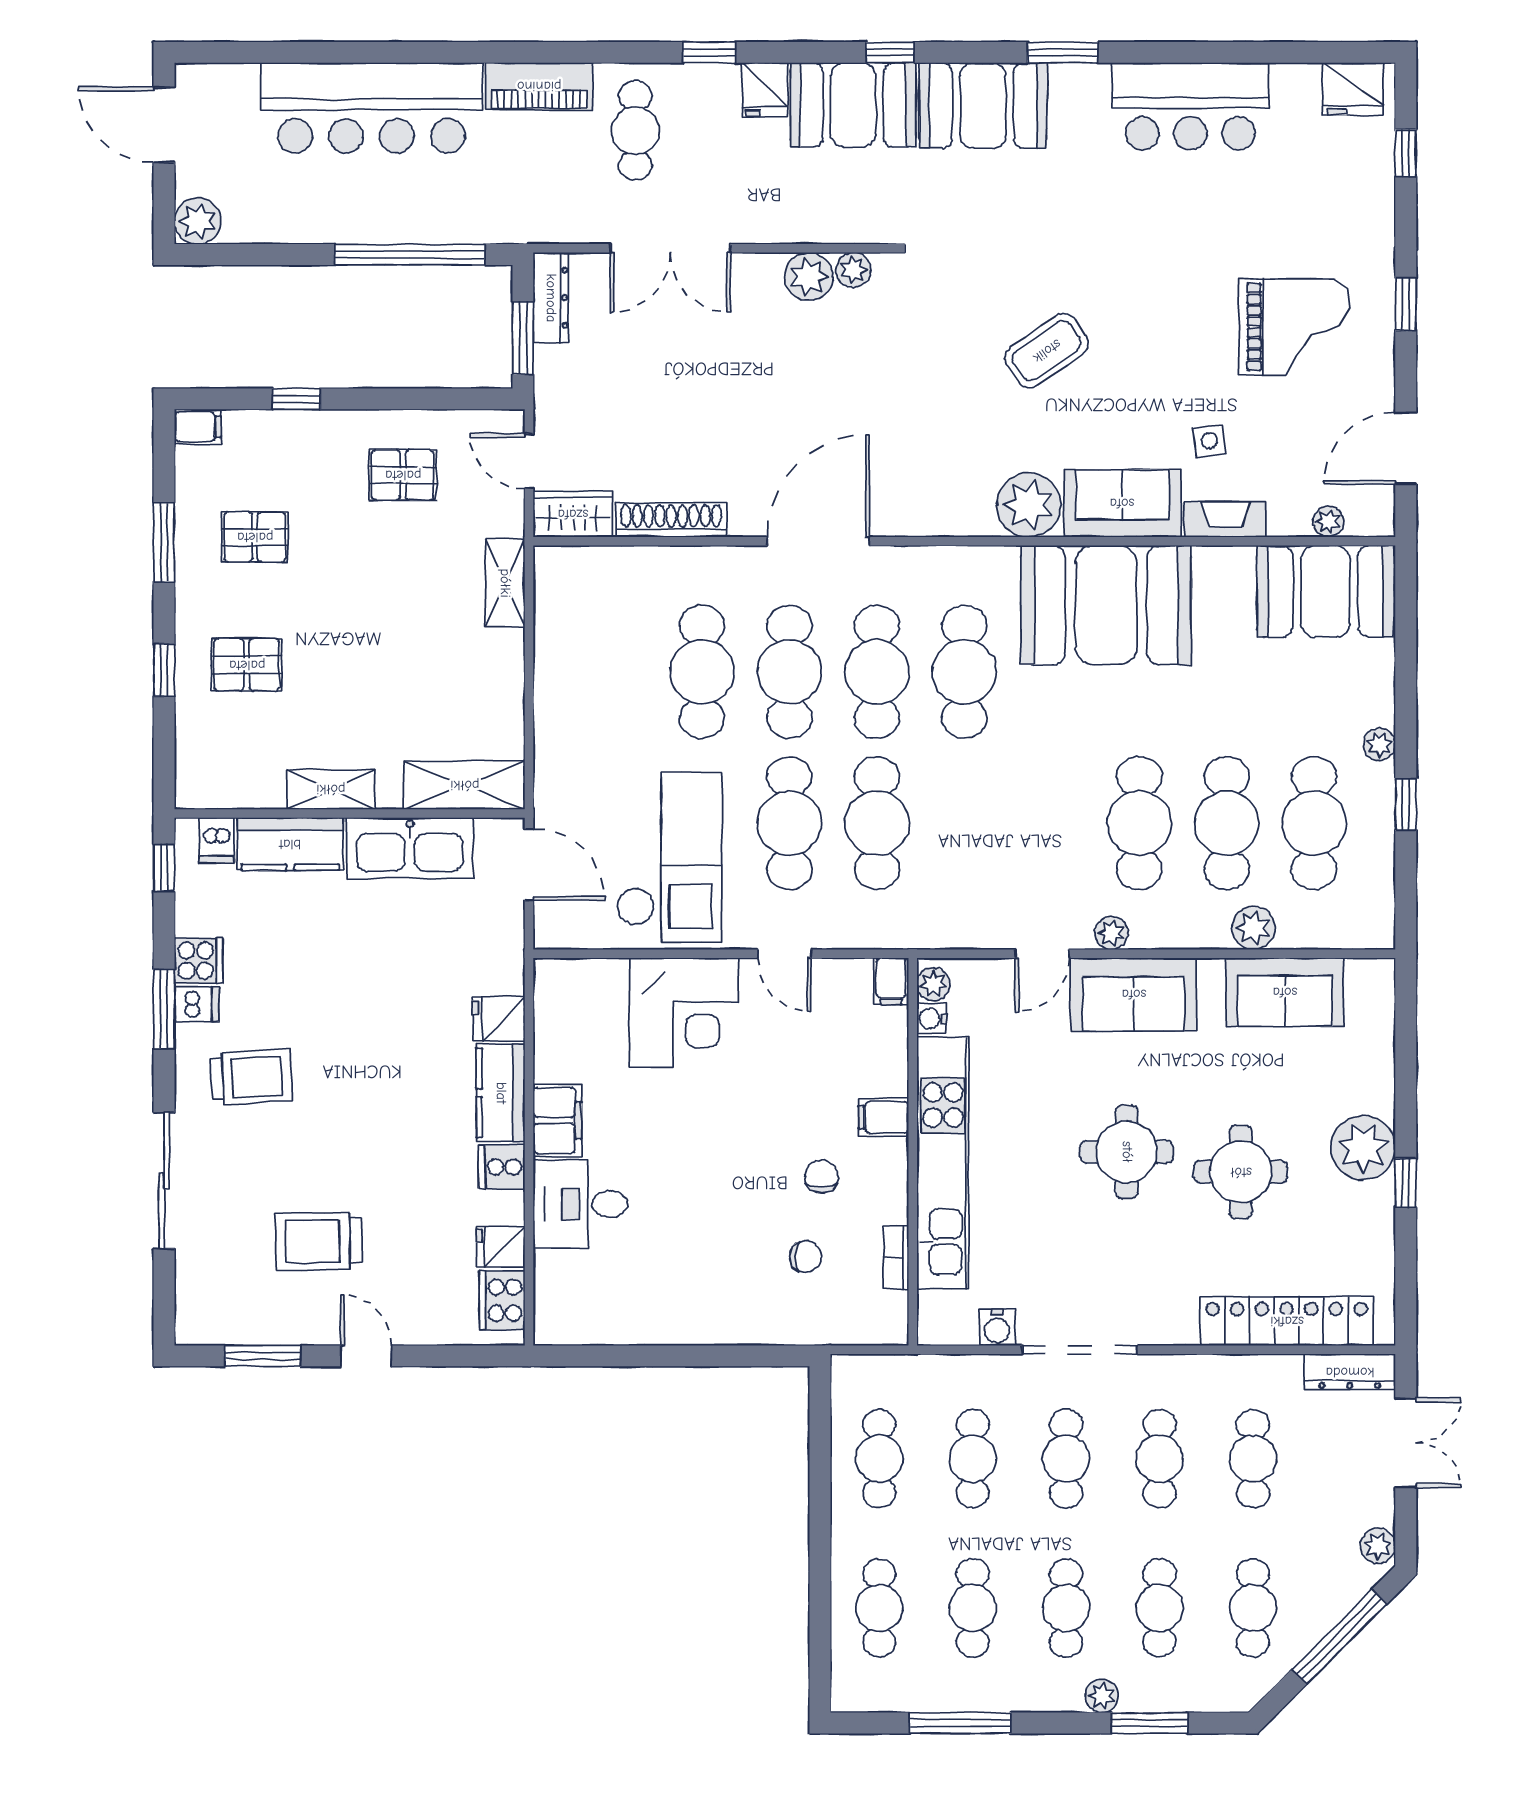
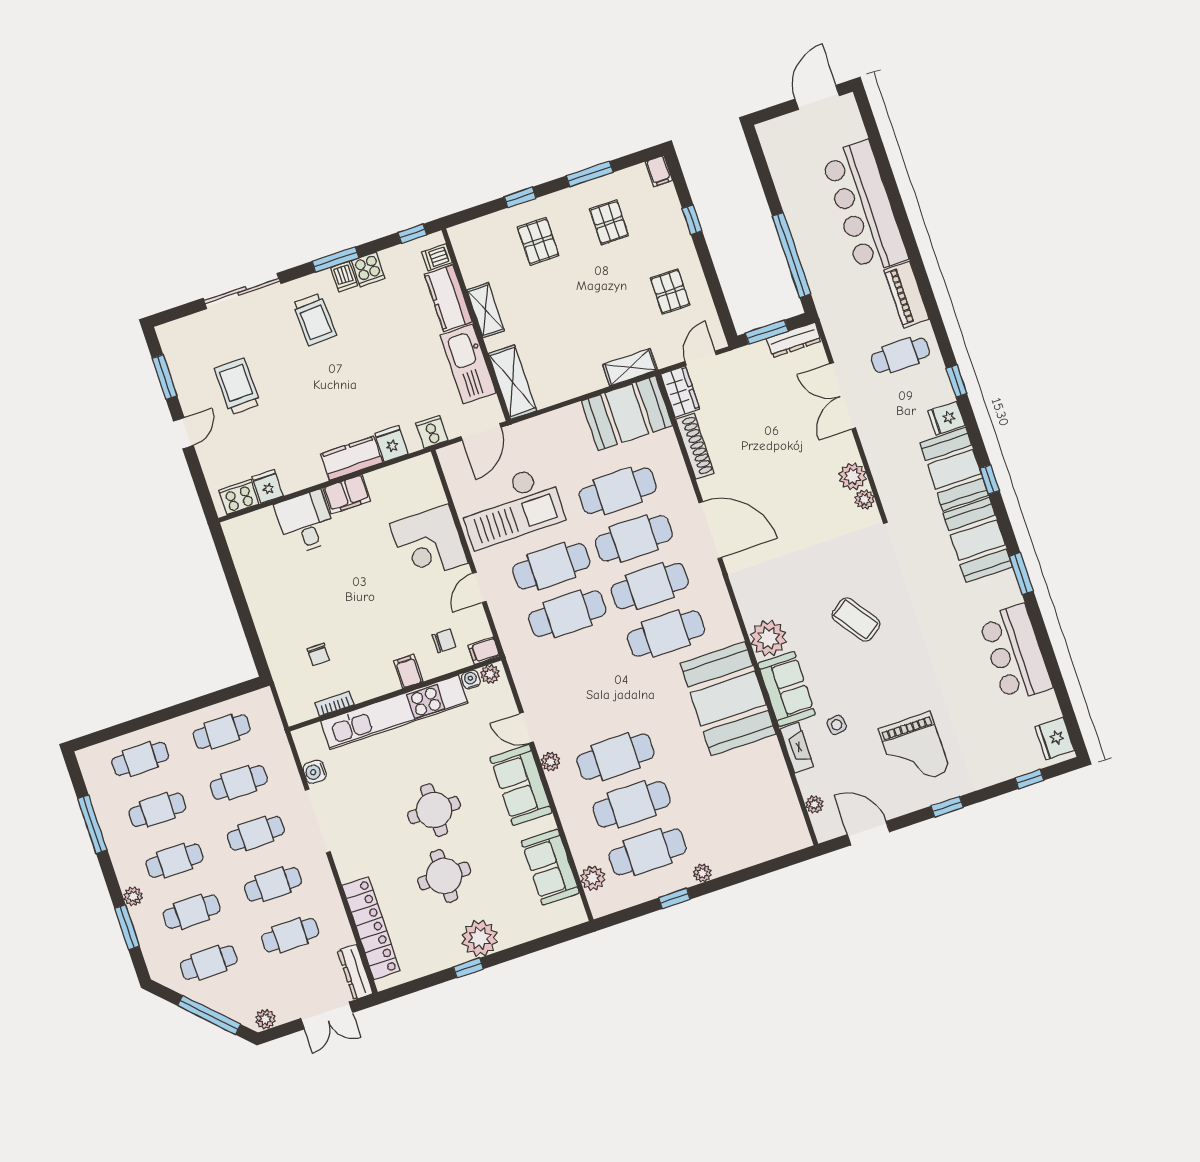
plant: (198, 221) -> (771, 133), removed
booth: (1325, 591) -> (627, 413), moved, turned 90
plant: (1253, 928) -> (593, 878), moved
cooker: (502, 1167) -> (432, 432), moved
chair: (821, 1176) -> (444, 641), moved

